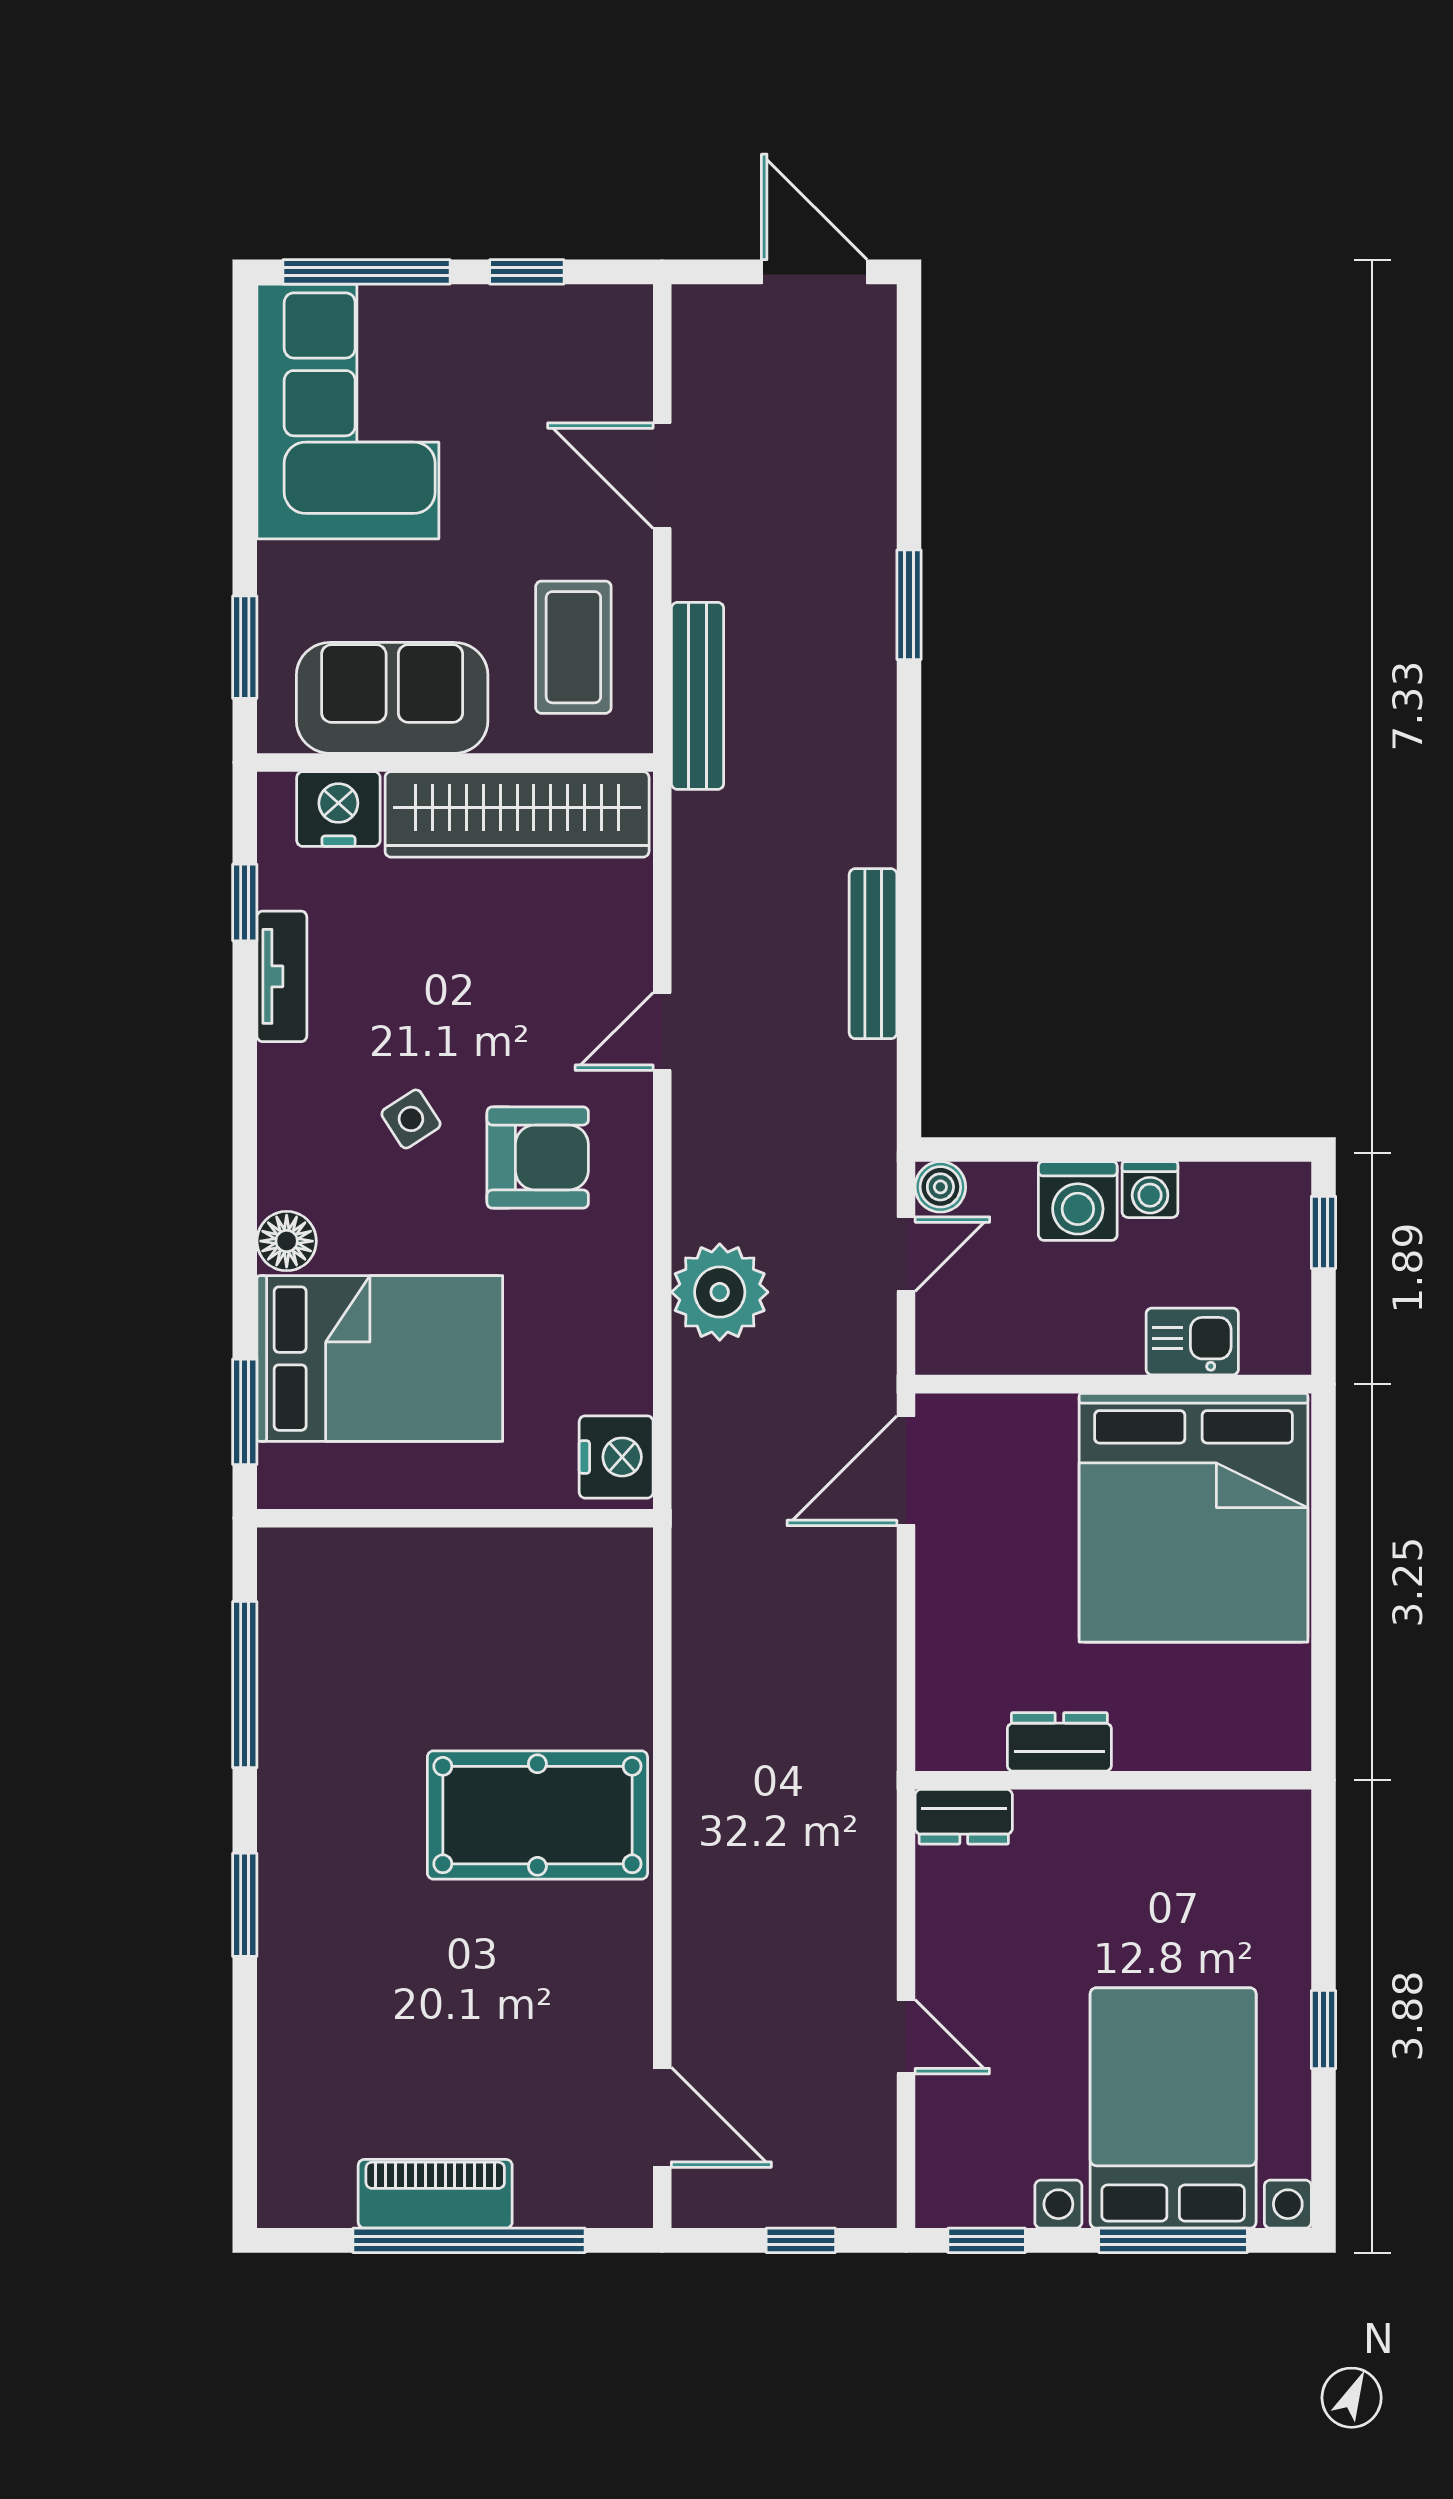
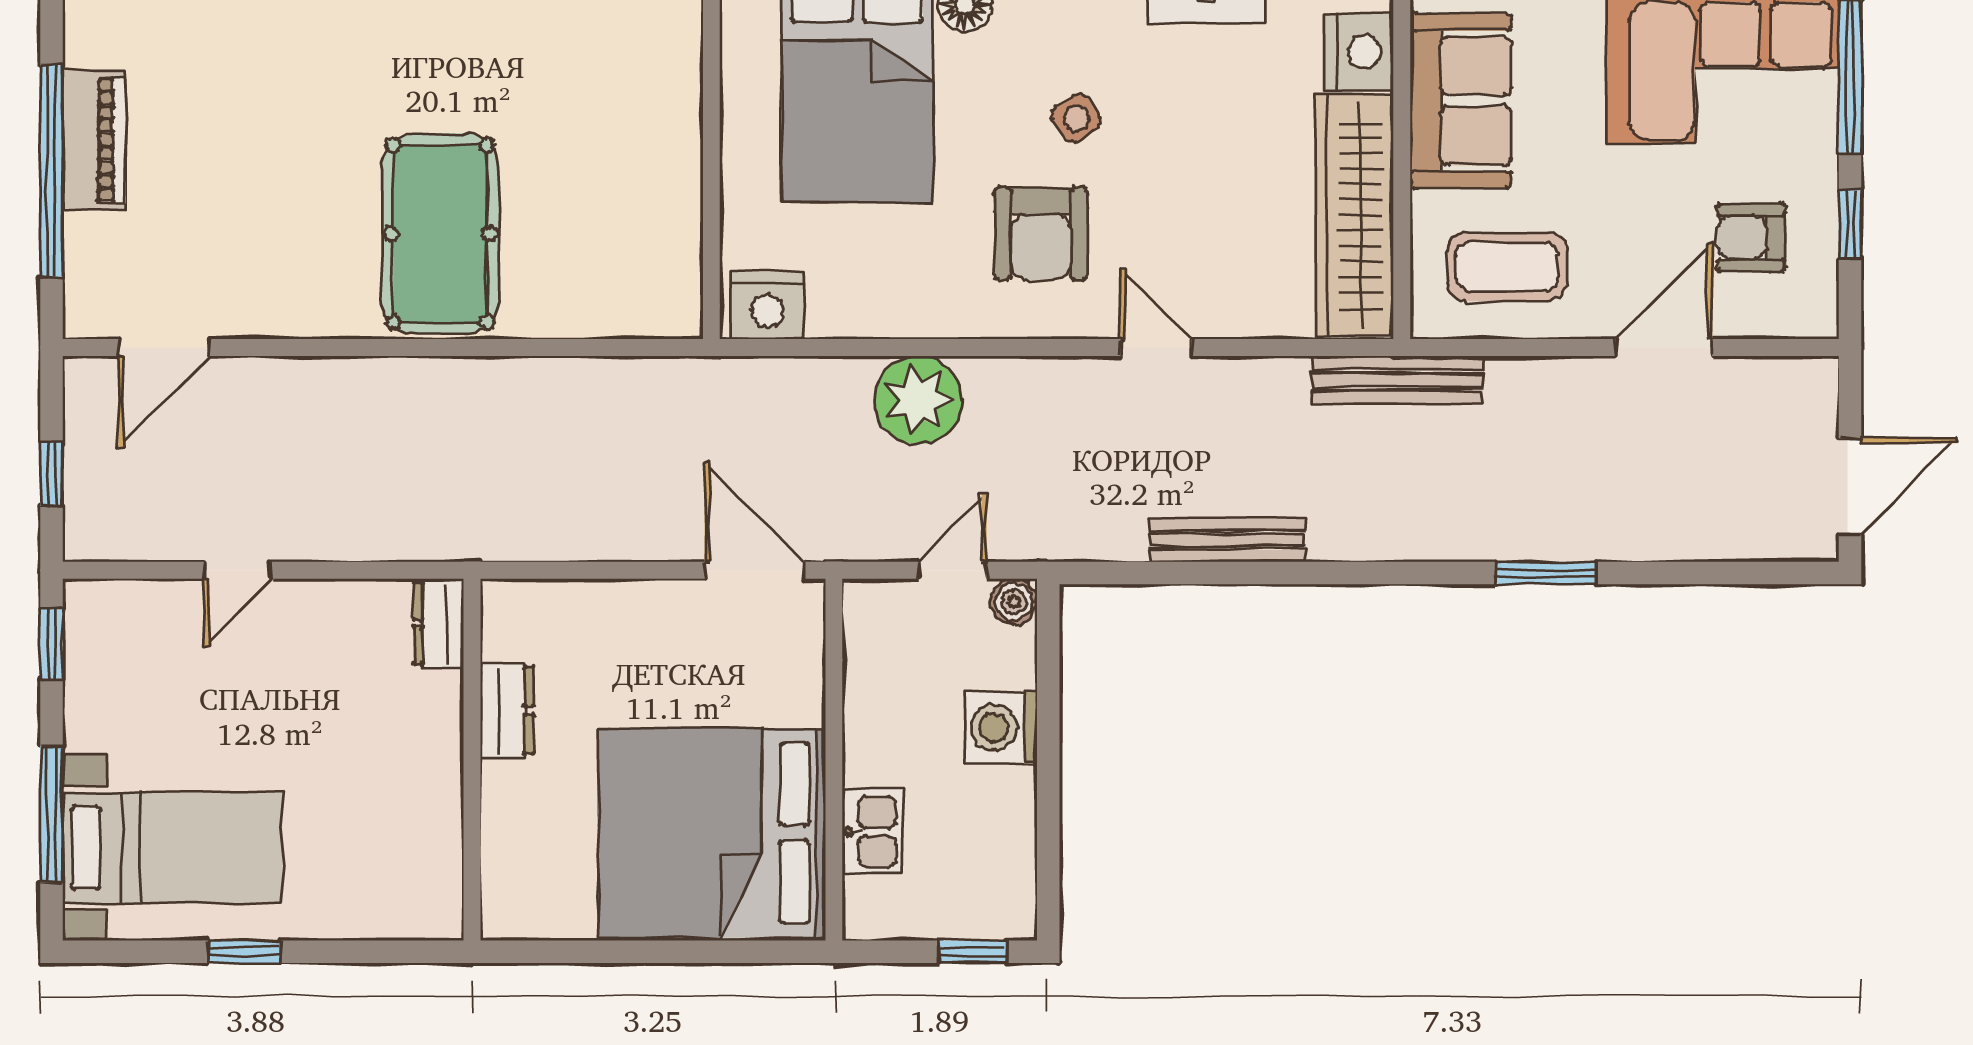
armchair: (542, 380) -> (1751, 237), added
bench: (698, 696) -> (1397, 380), moved
washing machine: (1150, 1190) -> (1012, 793), removed
door: (906, 1254) -> (953, 570), swing flipped
bed with nightstands: (1173, 2108) -> (172, 848), width x0.73

